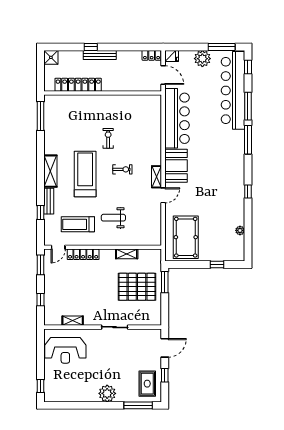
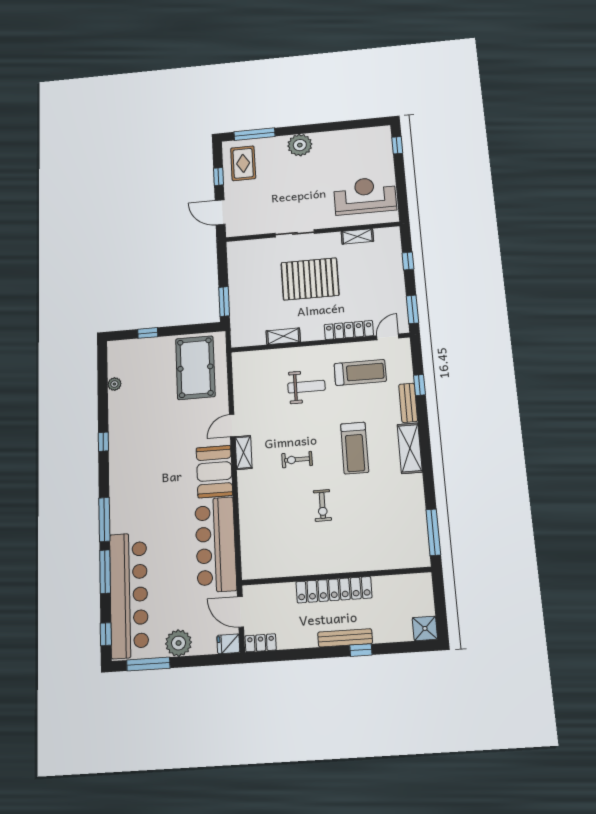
locker: (78, 85) -> (334, 590), moved
treadmill: (85, 174) -> (355, 448), width x0.73, depth x0.73
pallet: (137, 287) -> (310, 279), moved
door: (165, 348) -> (220, 212), hinge flipped

